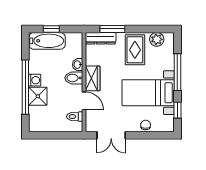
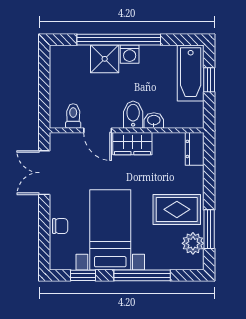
window: (112, 29) -> (209, 229), moved
dresser: (101, 38) -> (195, 149), width x0.70
door: (84, 101) -> (98, 130), hinge flipped

